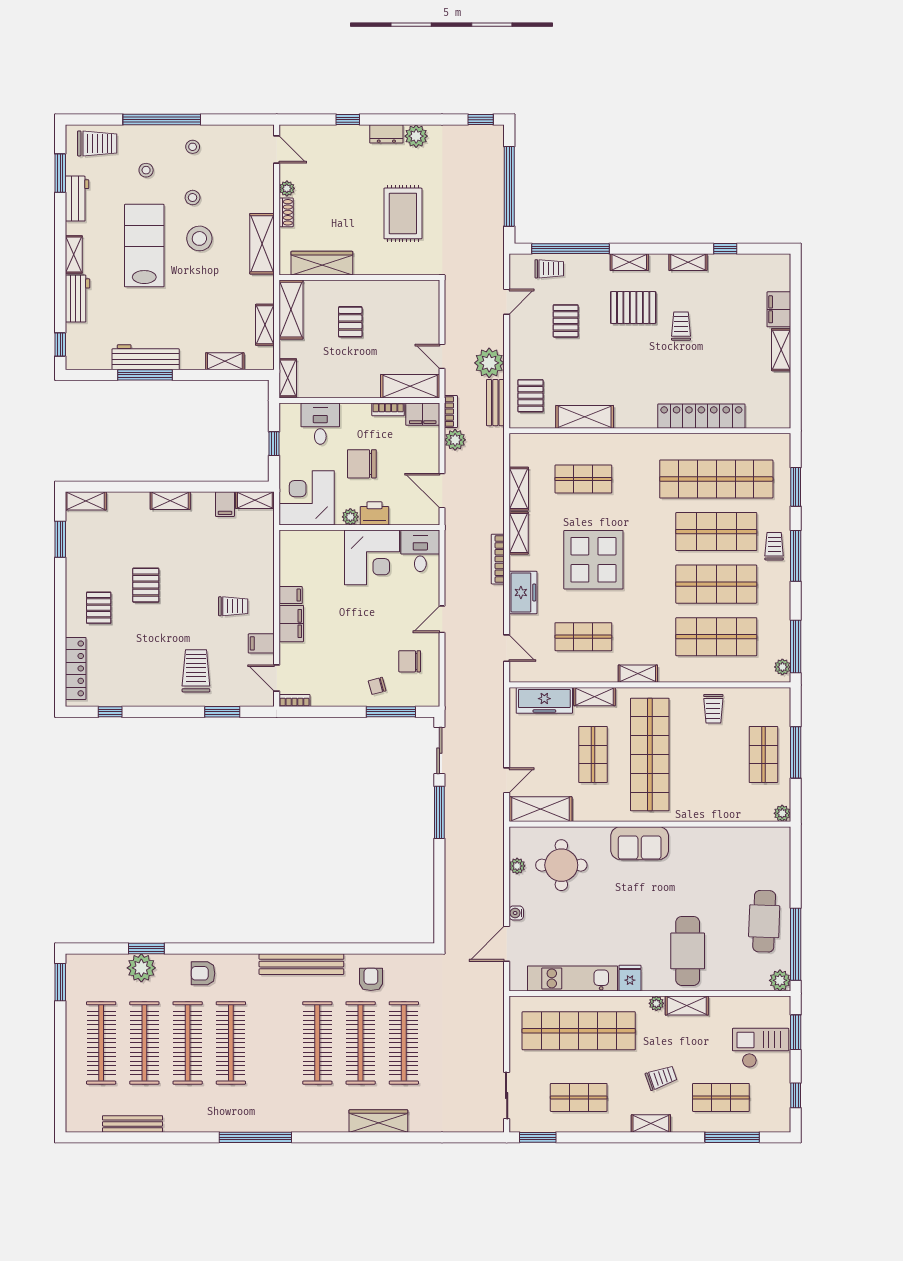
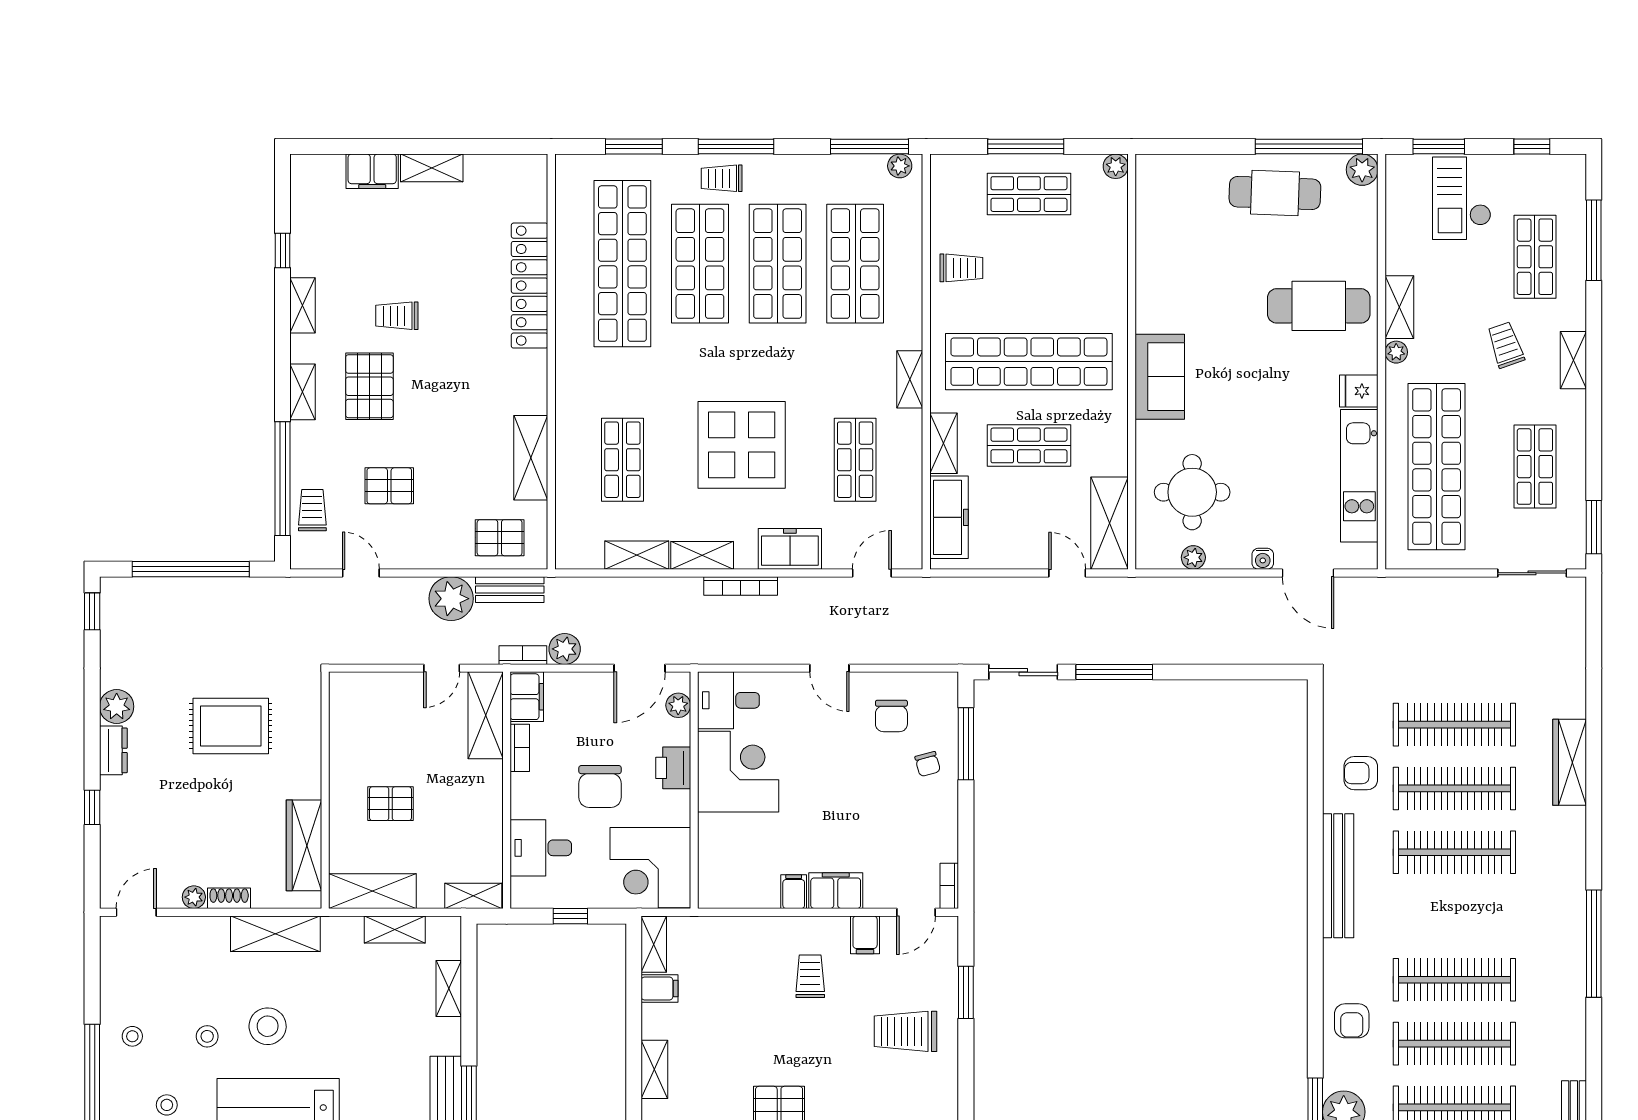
plant: (350, 517) -> (678, 705), moved

